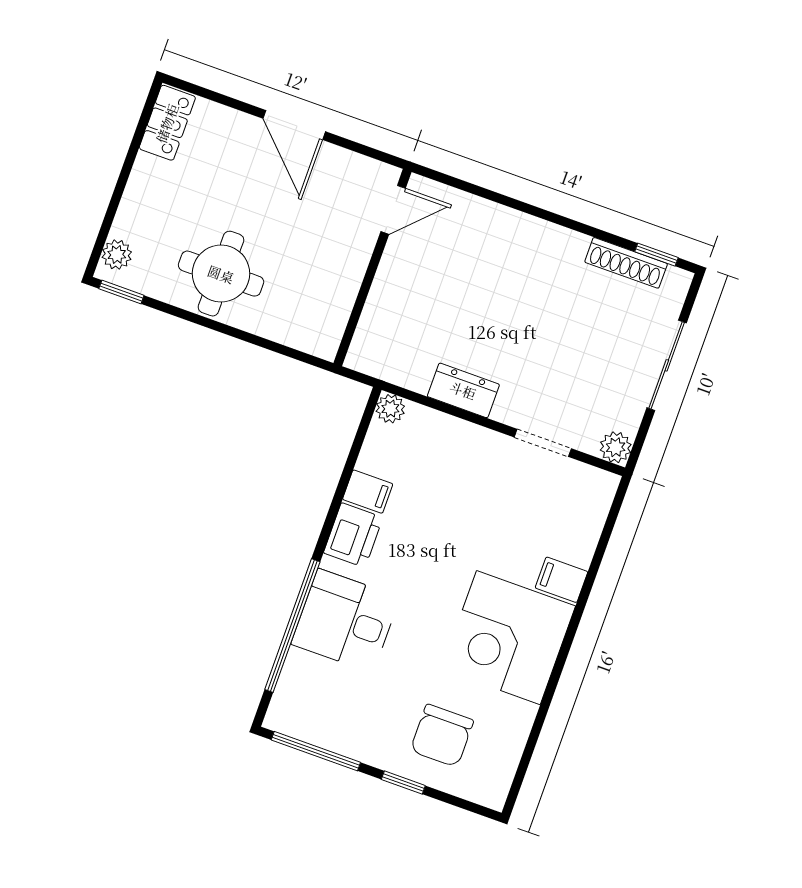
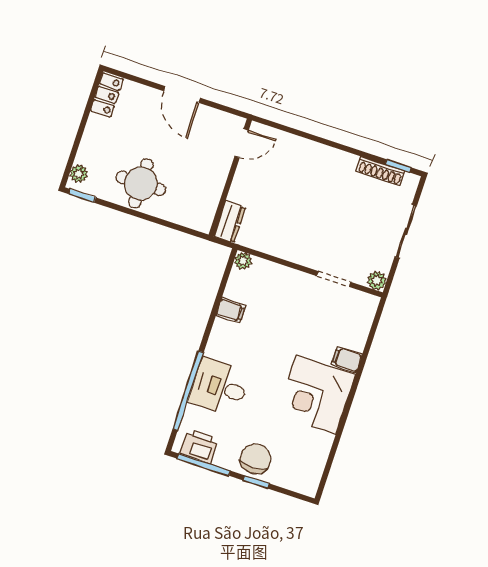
dresser: (463, 390) -> (230, 222), moved, turned 90
printer: (353, 535) -> (199, 446), moved, turned -90
chair: (442, 736) -> (255, 459), moved, turned 180

